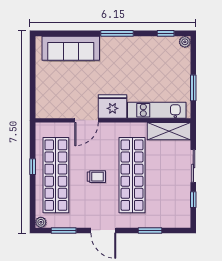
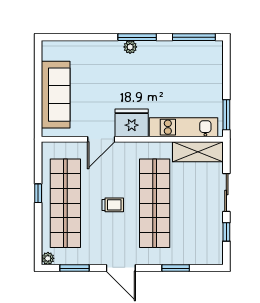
window: (166, 33) -> (194, 37), width x2.17
plant: (185, 42) -> (130, 47), moved
sofa: (71, 48) -> (56, 95), moved, turned -90
window: (193, 88) -> (226, 115), moved

